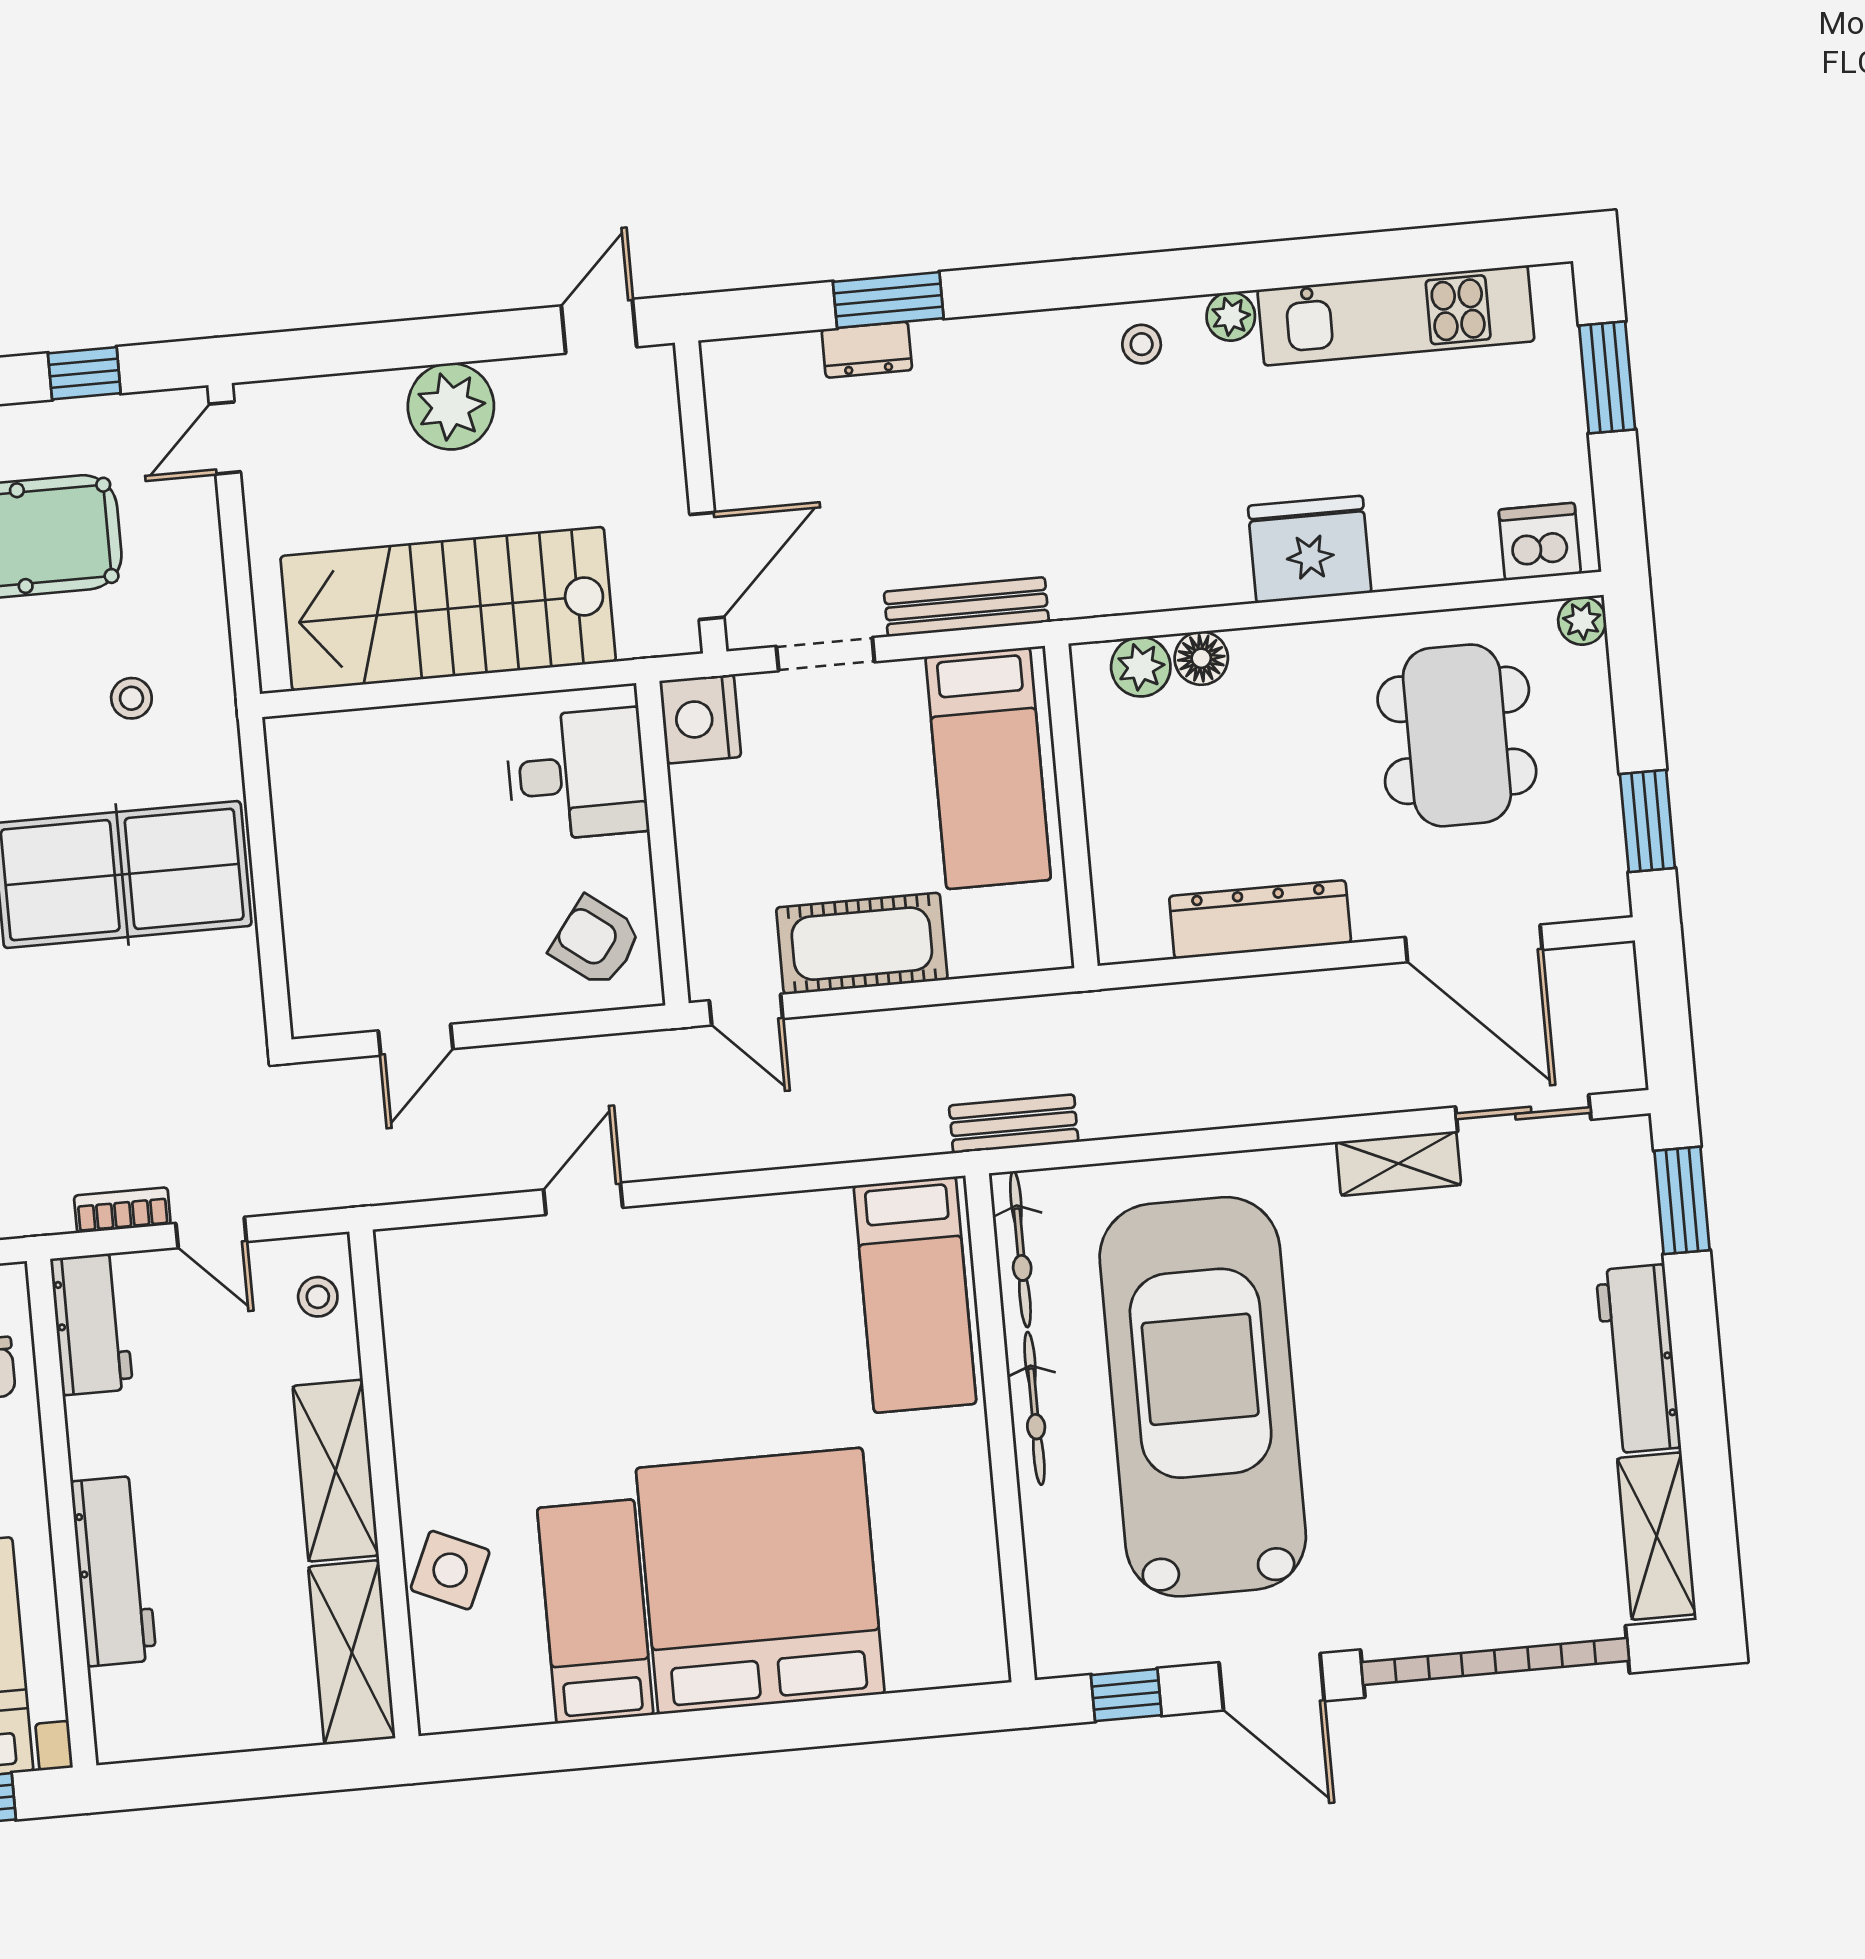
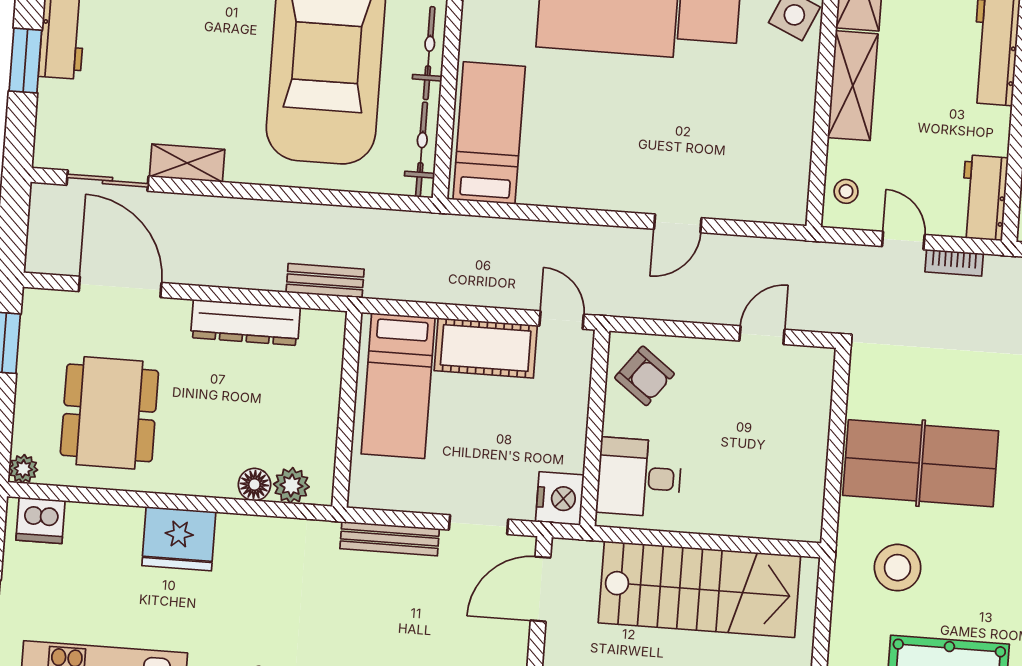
stool: (131, 698) -> (898, 568), width x1.89, depth x1.89
bed: (988, 768) -> (398, 386), moved, turned 180
bench: (1014, 1124) -> (325, 281), moved
window: (1682, 1200) -> (25, 61), moved

